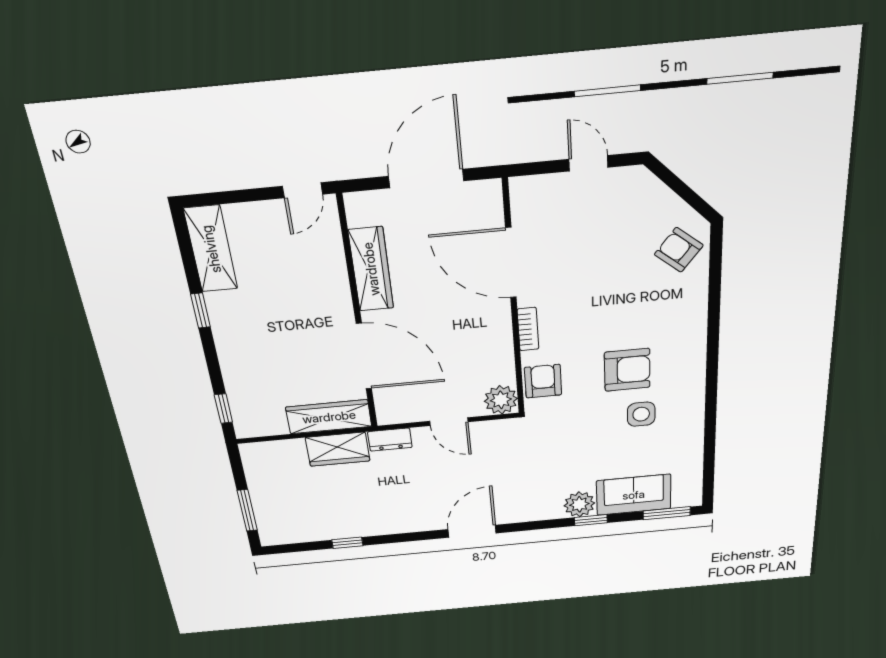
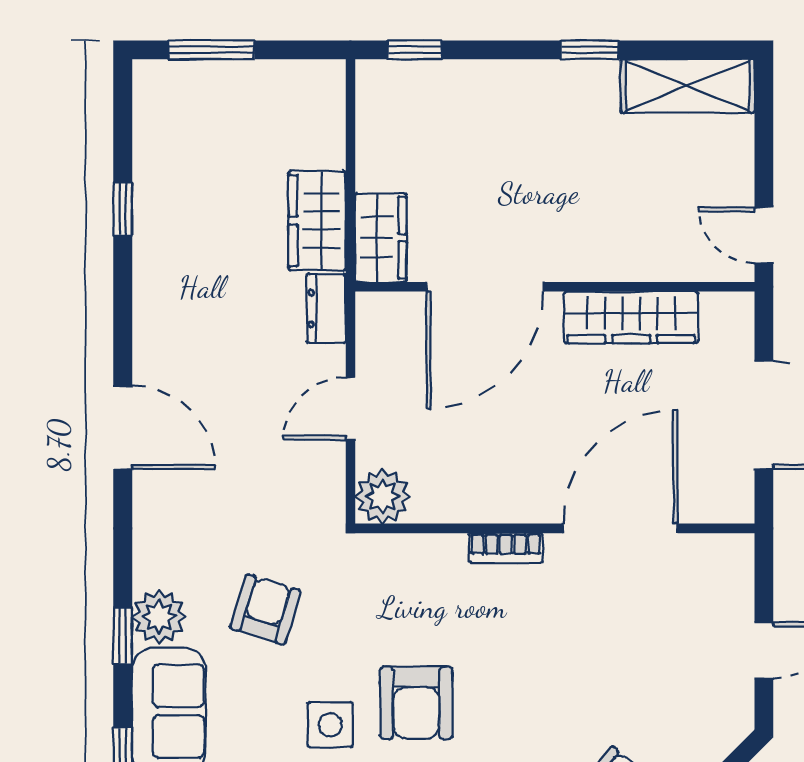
armchair: (543, 381) -> (266, 610), moved, turned -73
wardrobe: (329, 417) -> (381, 238), width x0.67

